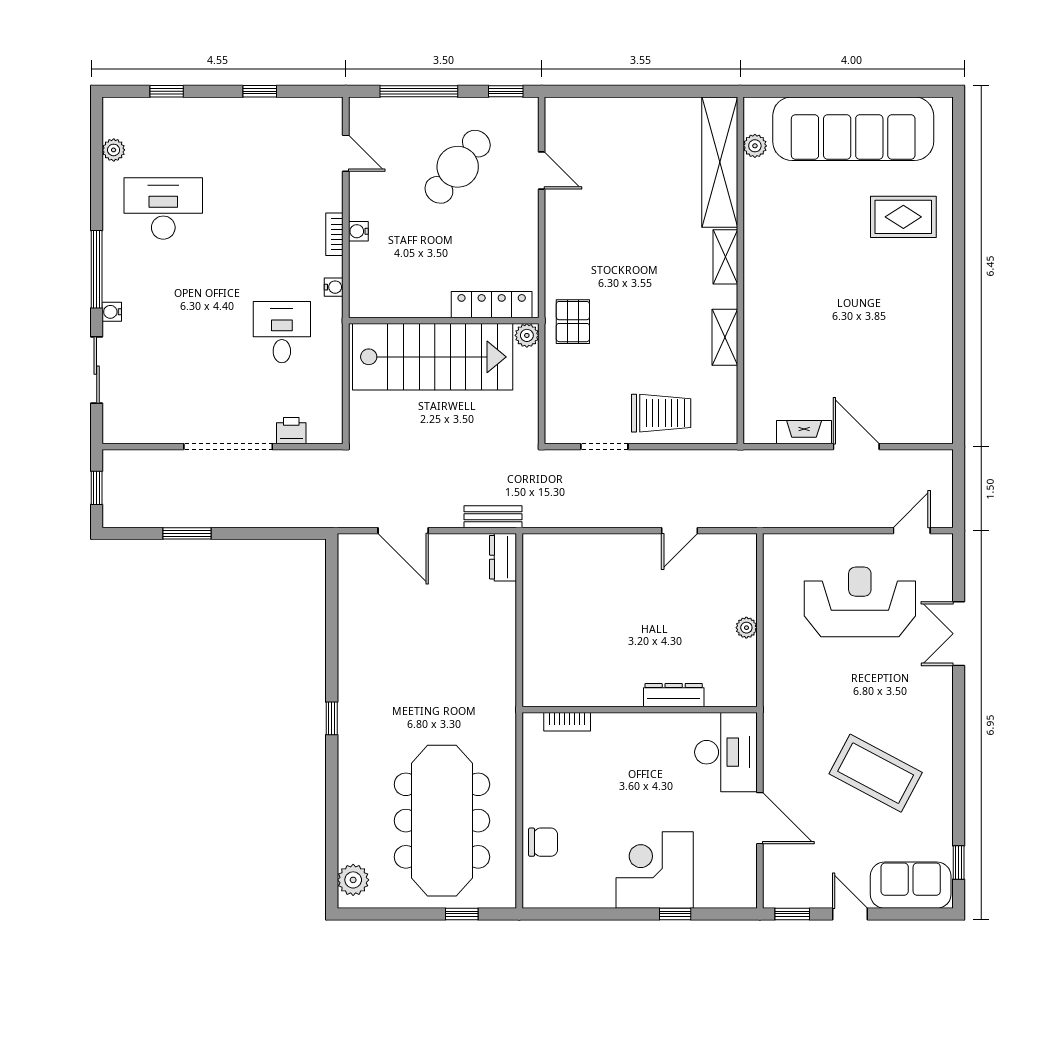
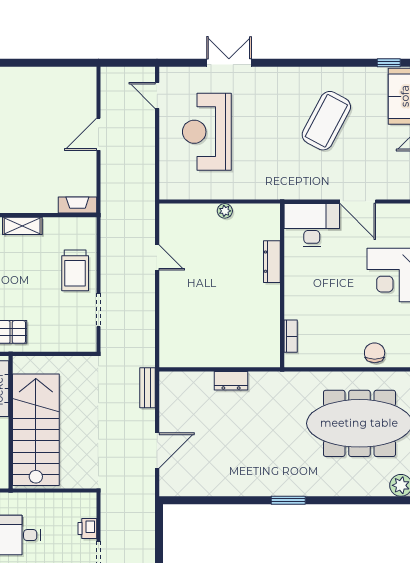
plant: (527, 335) -> (21, 364), removed
trolley: (661, 413) -> (75, 270), turned 180
fireplace: (804, 432) -> (77, 205), moved, turned 90
dresser: (503, 557) -> (231, 381), moved
double door: (959, 634) -> (229, 63), swing flipped
window: (332, 718) -> (288, 500), width x1.50
door: (760, 818) -> (358, 201), swing flipped

